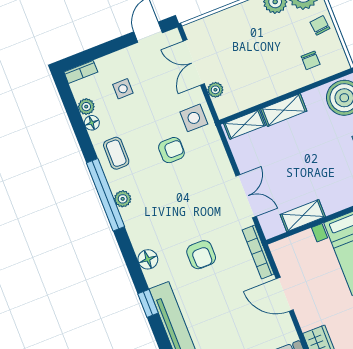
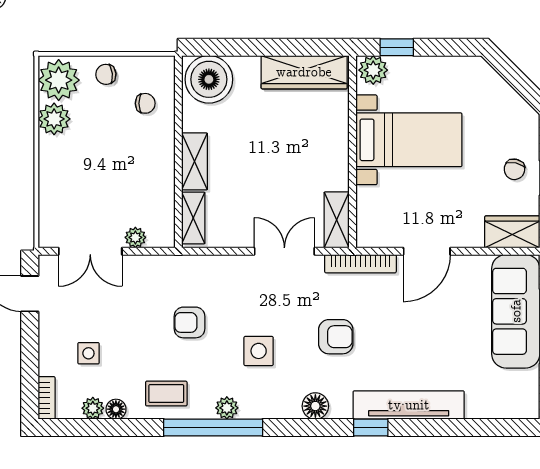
side table: (194, 118) -> (259, 351), moved
armchair: (171, 150) -> (190, 322), turned -90
shelving: (303, 216) -> (337, 220), moved

